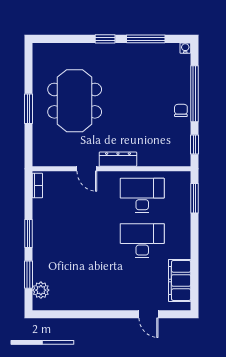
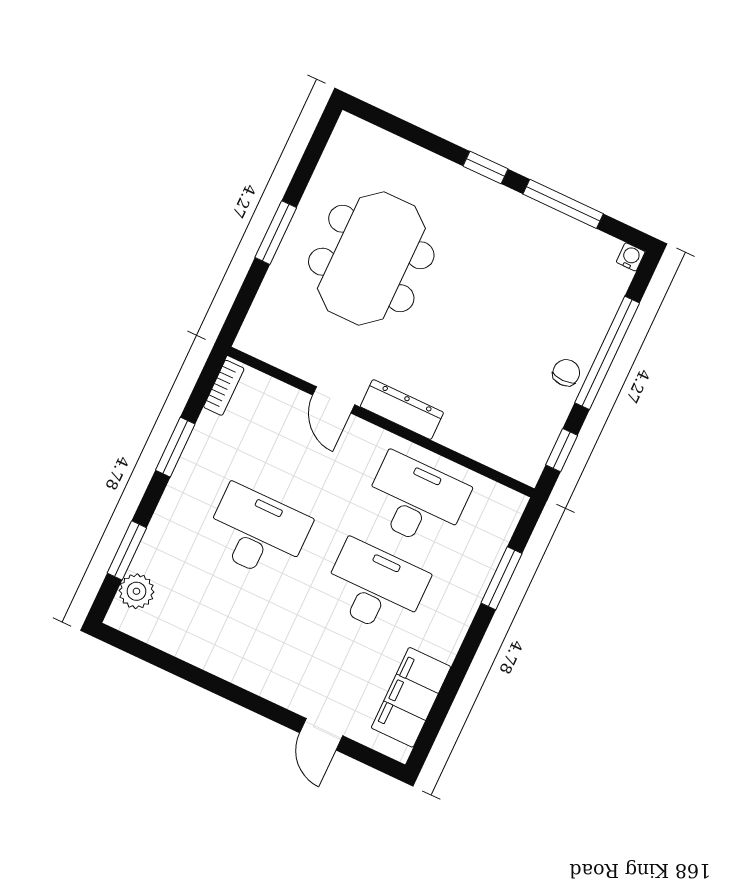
window: (194, 198) -> (502, 578), moved
window: (29, 233) -> (175, 447), moved
desk: (81, 241) -> (257, 533), added

